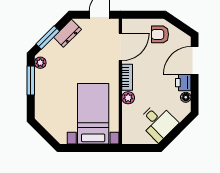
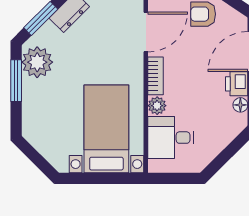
plant: (40, 63) -> (37, 62), width x1.87, depth x1.87
desk: (158, 122) -> (171, 138), moved, turned 135

